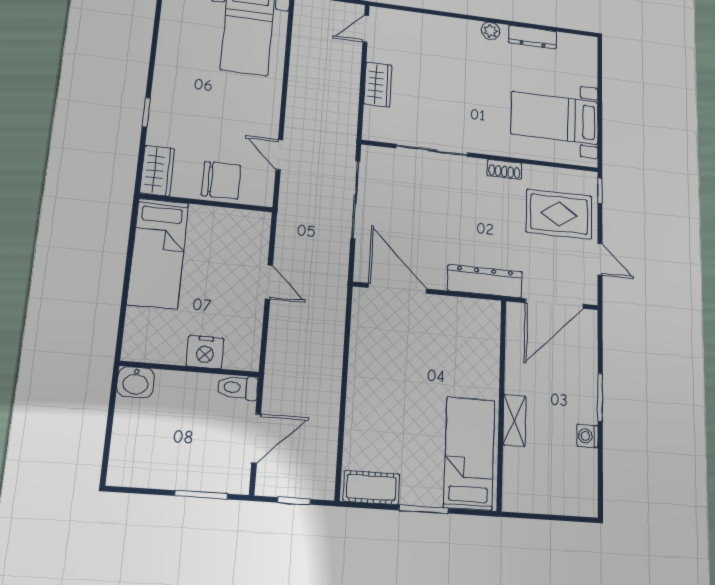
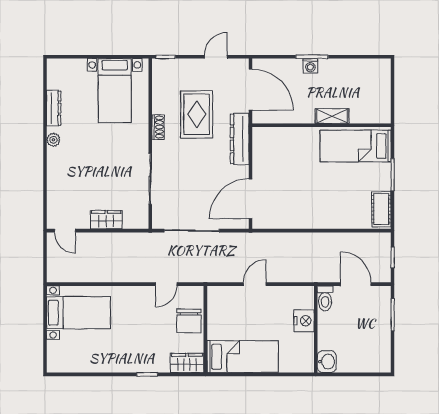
chair: (221, 180) -> (189, 321), turned 180
rug: (559, 214) -> (197, 114), moved
washing machine: (587, 436) -> (310, 66), moved

